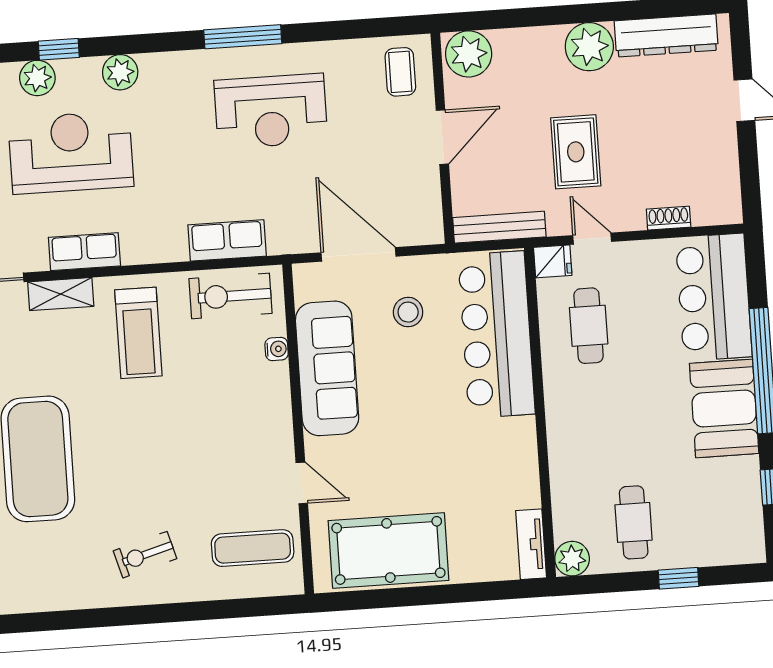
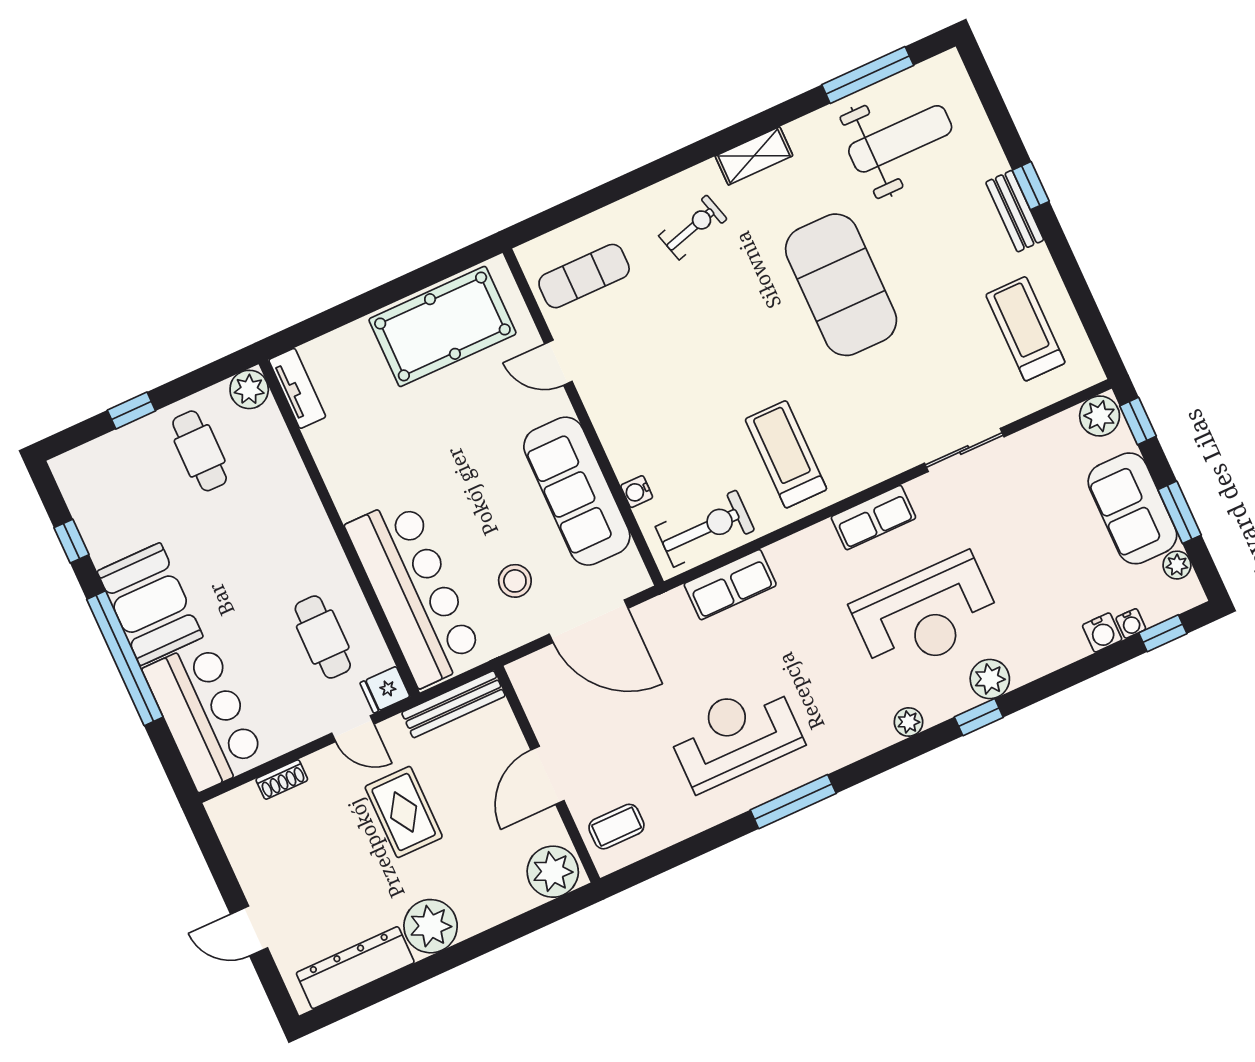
plant: (120, 72) -> (909, 722), width x0.73, depth x0.73
coffee table: (400, 72) -> (616, 827), turned 90
shelving: (61, 294) -> (754, 156), moved

